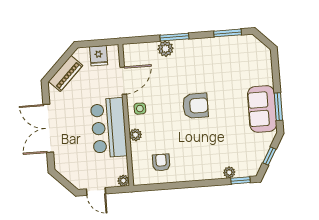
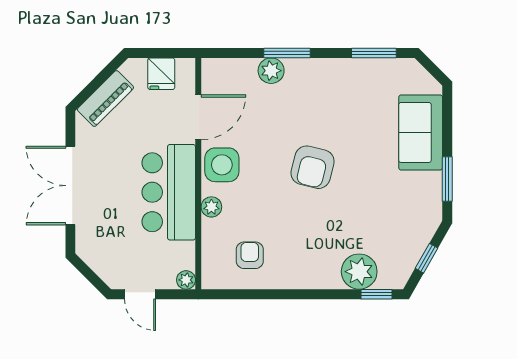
armchair: (195, 106) -> (313, 167), turned 104
side table: (140, 109) -> (222, 165), width x1.87, depth x1.87
sofa: (262, 109) -> (421, 132), moved
plant: (229, 172) -> (359, 272), width x1.87, depth x1.87

